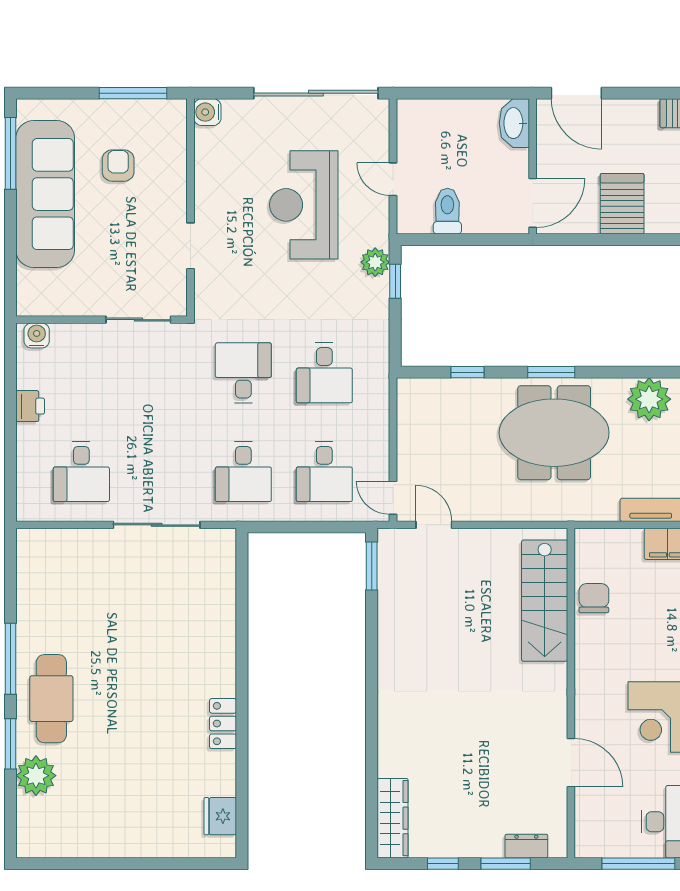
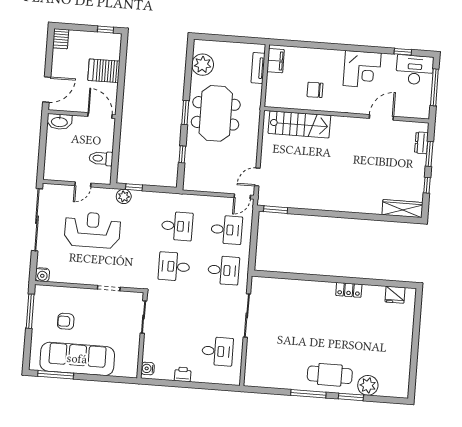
reception desk: (304, 205) -> (92, 230), turned 180
chair: (594, 598) -> (315, 90), moved

